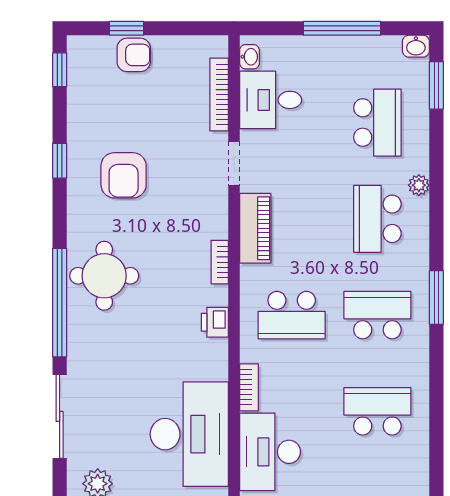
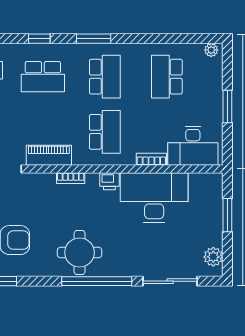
plant: (419, 185) -> (211, 50), moved
window: (436, 213) -> (39, 39), added
school desk: (377, 315) -> (105, 77), turned 180
desk: (189, 434) -> (154, 198), moved

